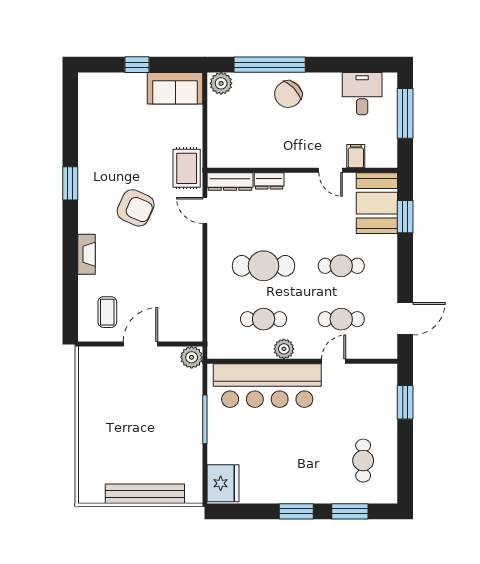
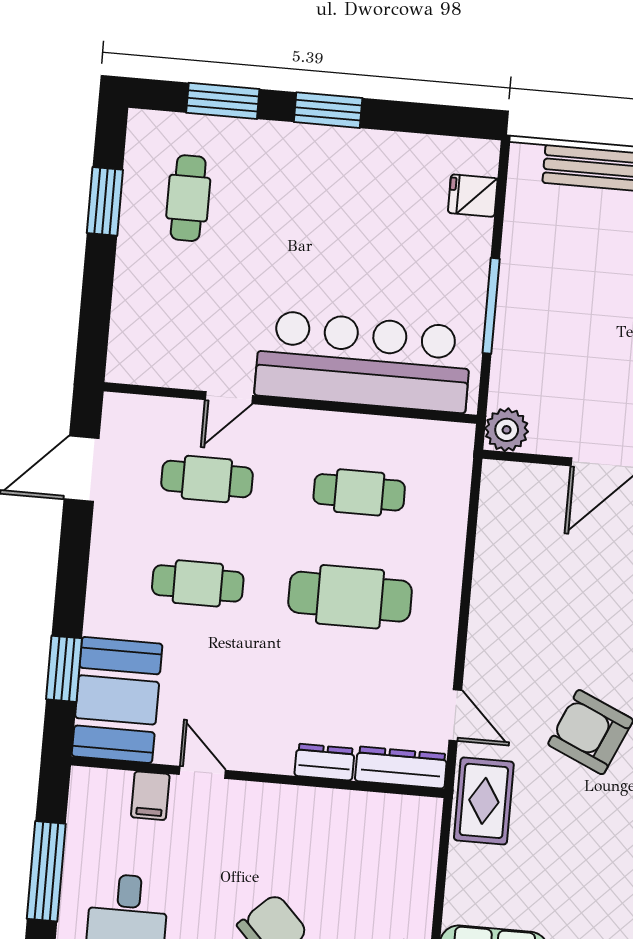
plant: (284, 349) -> (324, 430), removed
window: (405, 402) -> (105, 201), moved
fridge: (223, 483) -> (473, 196), width x0.53, depth x0.75

